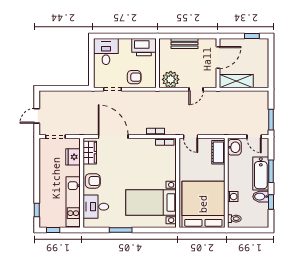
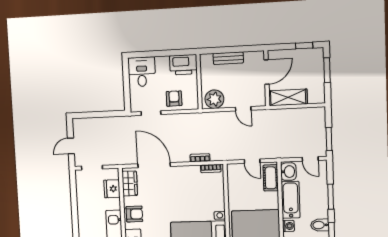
window: (271, 59) -> (327, 70), added
armchair: (134, 77) -> (174, 99), turned -90
door: (196, 89) -> (243, 109), hinge flipped
door: (191, 137) -> (252, 161), moved
bathtub: (261, 173) -> (291, 200), moved, turned 180

